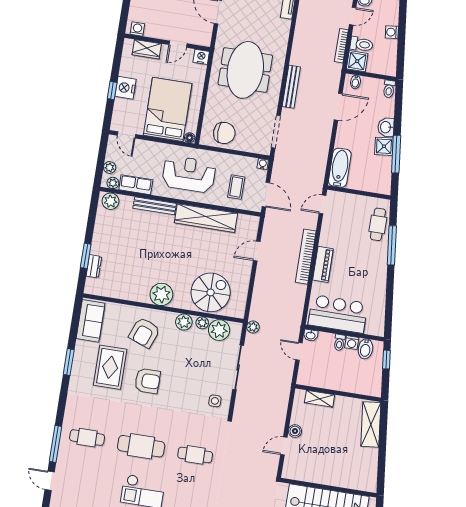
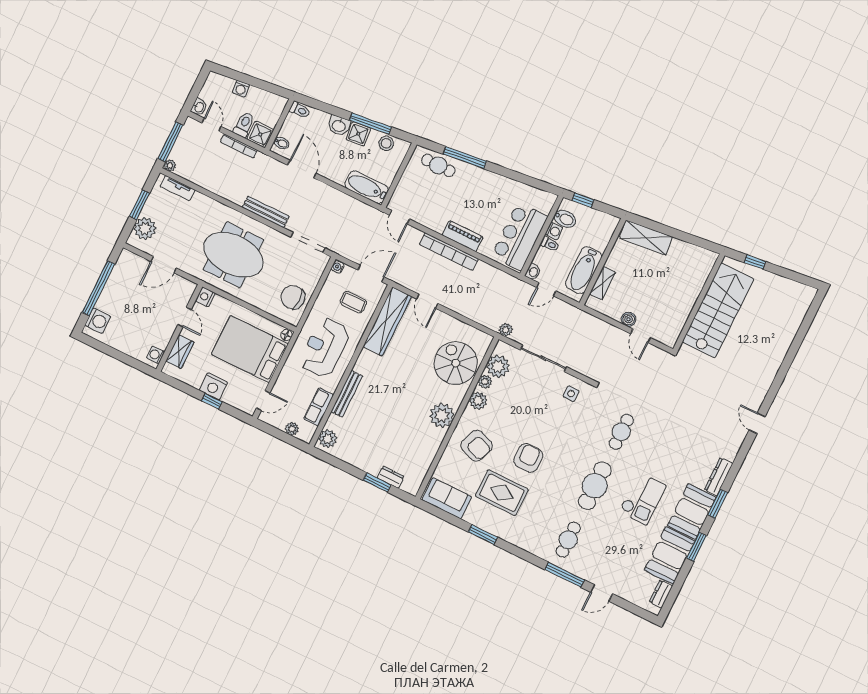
chair: (224, 133) -> (293, 297), turned -90
stool: (383, 173) -> (386, 143), added
plant: (113, 183) -> (309, 430), removed
wardrobe: (206, 218) -> (387, 321), moved
bathtub: (326, 379) -> (584, 270), added

